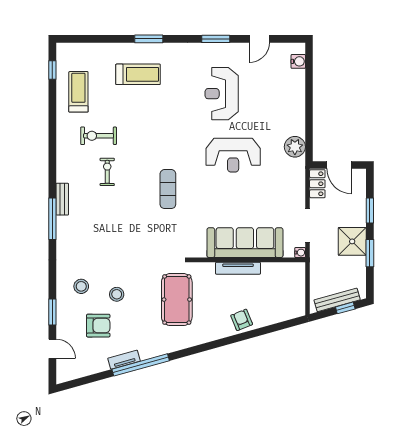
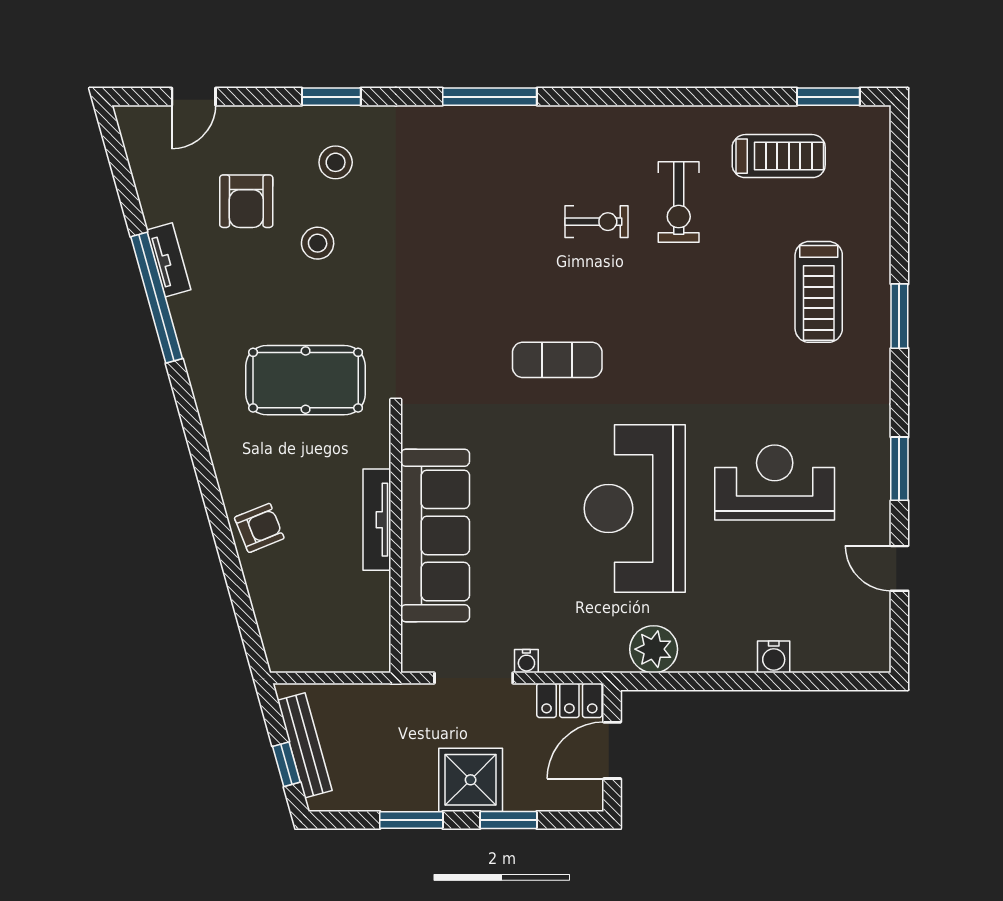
water cooler: (298, 61) -> (774, 657), moved
window: (52, 70) -> (828, 97), width x1.50
exercise bike: (99, 136) -> (679, 202), turned 180
reception desk: (233, 155) -> (635, 508), width x1.36, depth x1.30
bench: (62, 199) -> (534, 119), removed
shower: (352, 241) -> (471, 780), moved
water cooler: (300, 253) -> (526, 661), moved
window: (52, 312) -> (331, 97), moved

